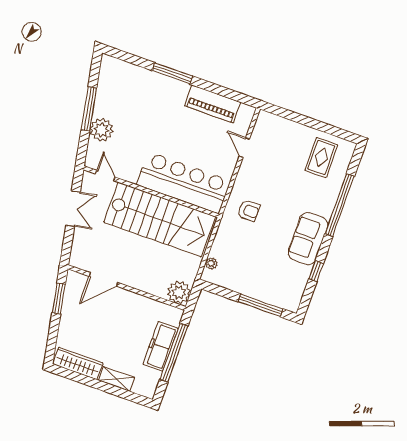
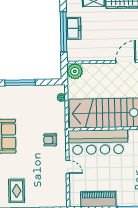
door: (244, 148) -> (68, 167), moved
freezer: (161, 346) -> (73, 28), width x0.71

